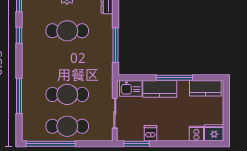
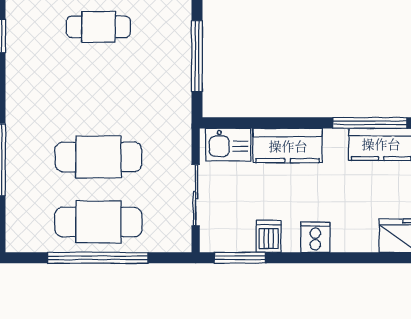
cafe table: (67, 31) -> (98, 27), width x0.73, depth x0.74
window: (174, 78) -> (370, 123), moved
cooker: (196, 134) -> (315, 237), moved
window: (51, 144) -> (98, 258), moved

